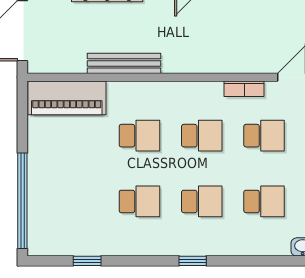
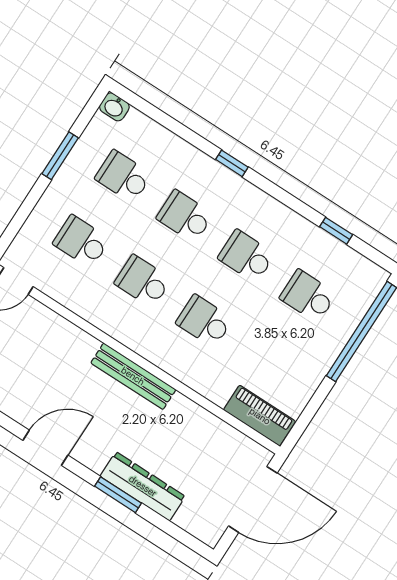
bench: (124, 63) -> (133, 376), moved
bookcase: (244, 89) -> (71, 300), removed
piano: (67, 98) -> (260, 416), width x0.73, depth x0.75
school desk: (77, 201) -> (308, 296), added

